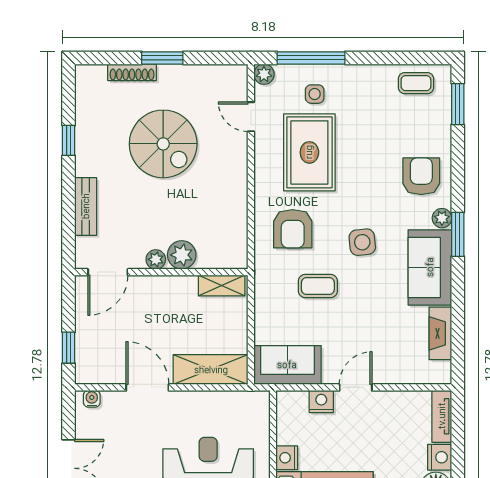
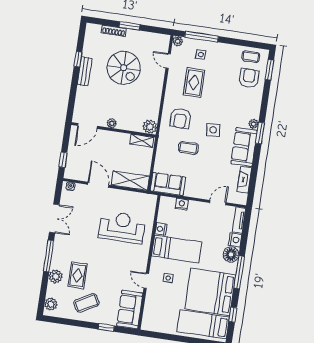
rug: (309, 152) -> (194, 82), width x0.73, depth x0.70
armchair: (421, 176) -> (249, 78), moved
bench: (86, 206) -> (85, 71), moved
plant: (182, 255) -> (150, 127), moved
door: (356, 387) -> (218, 203), moved

